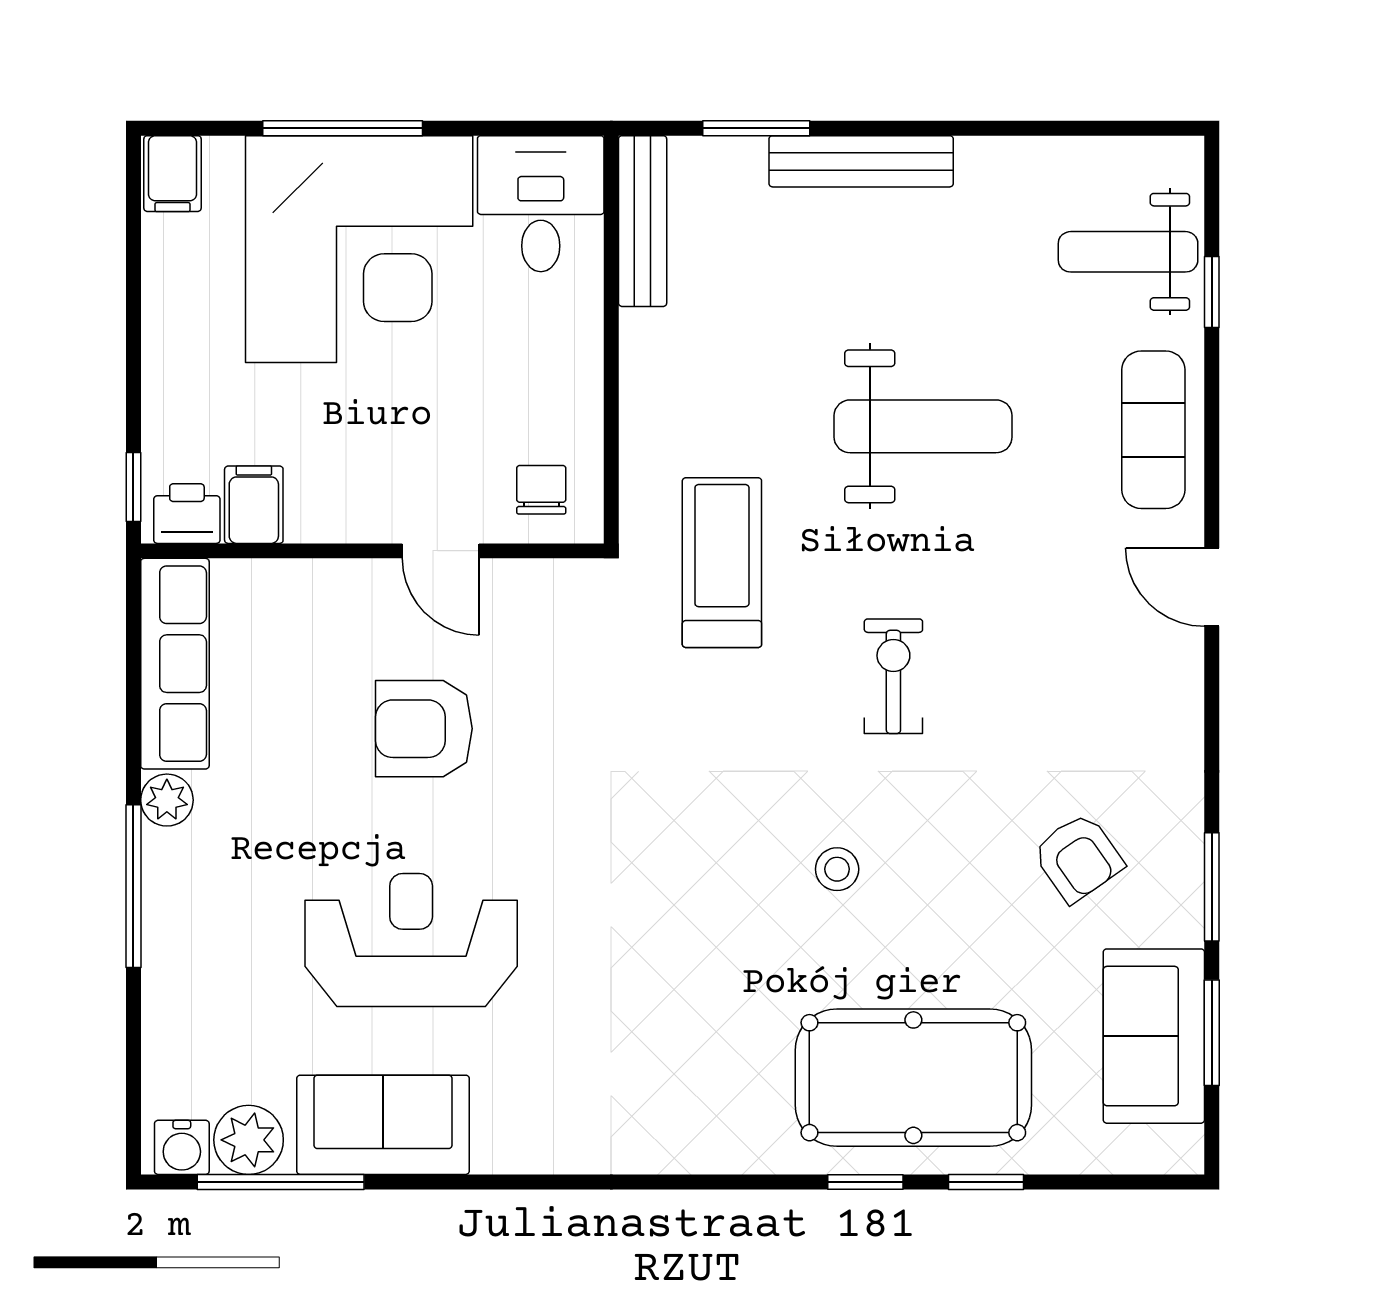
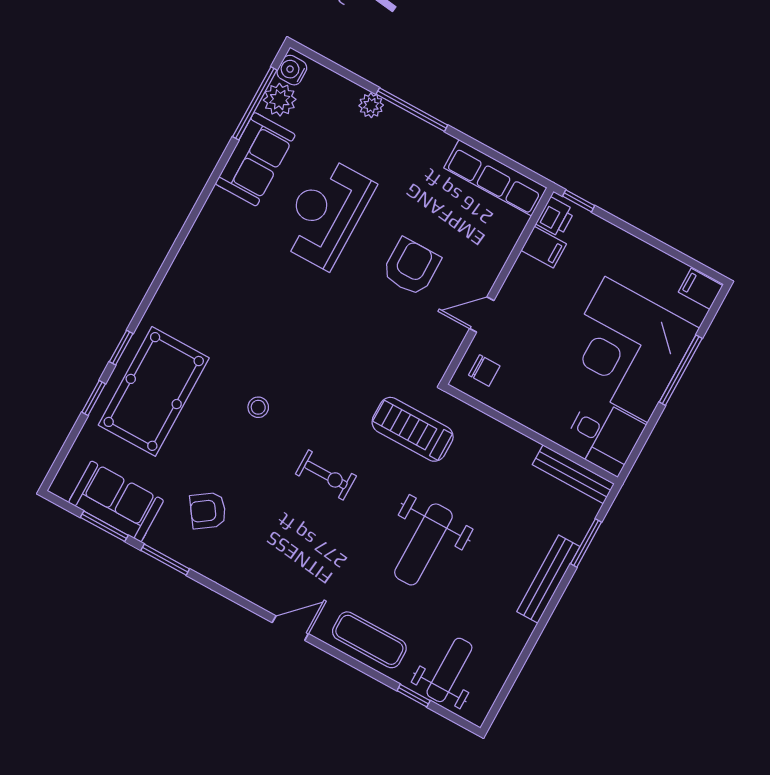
treadmill: (722, 563) -> (413, 429), turned 180
plant: (167, 800) -> (371, 105), moved
reception desk: (411, 940) -> (326, 213), turned 180

